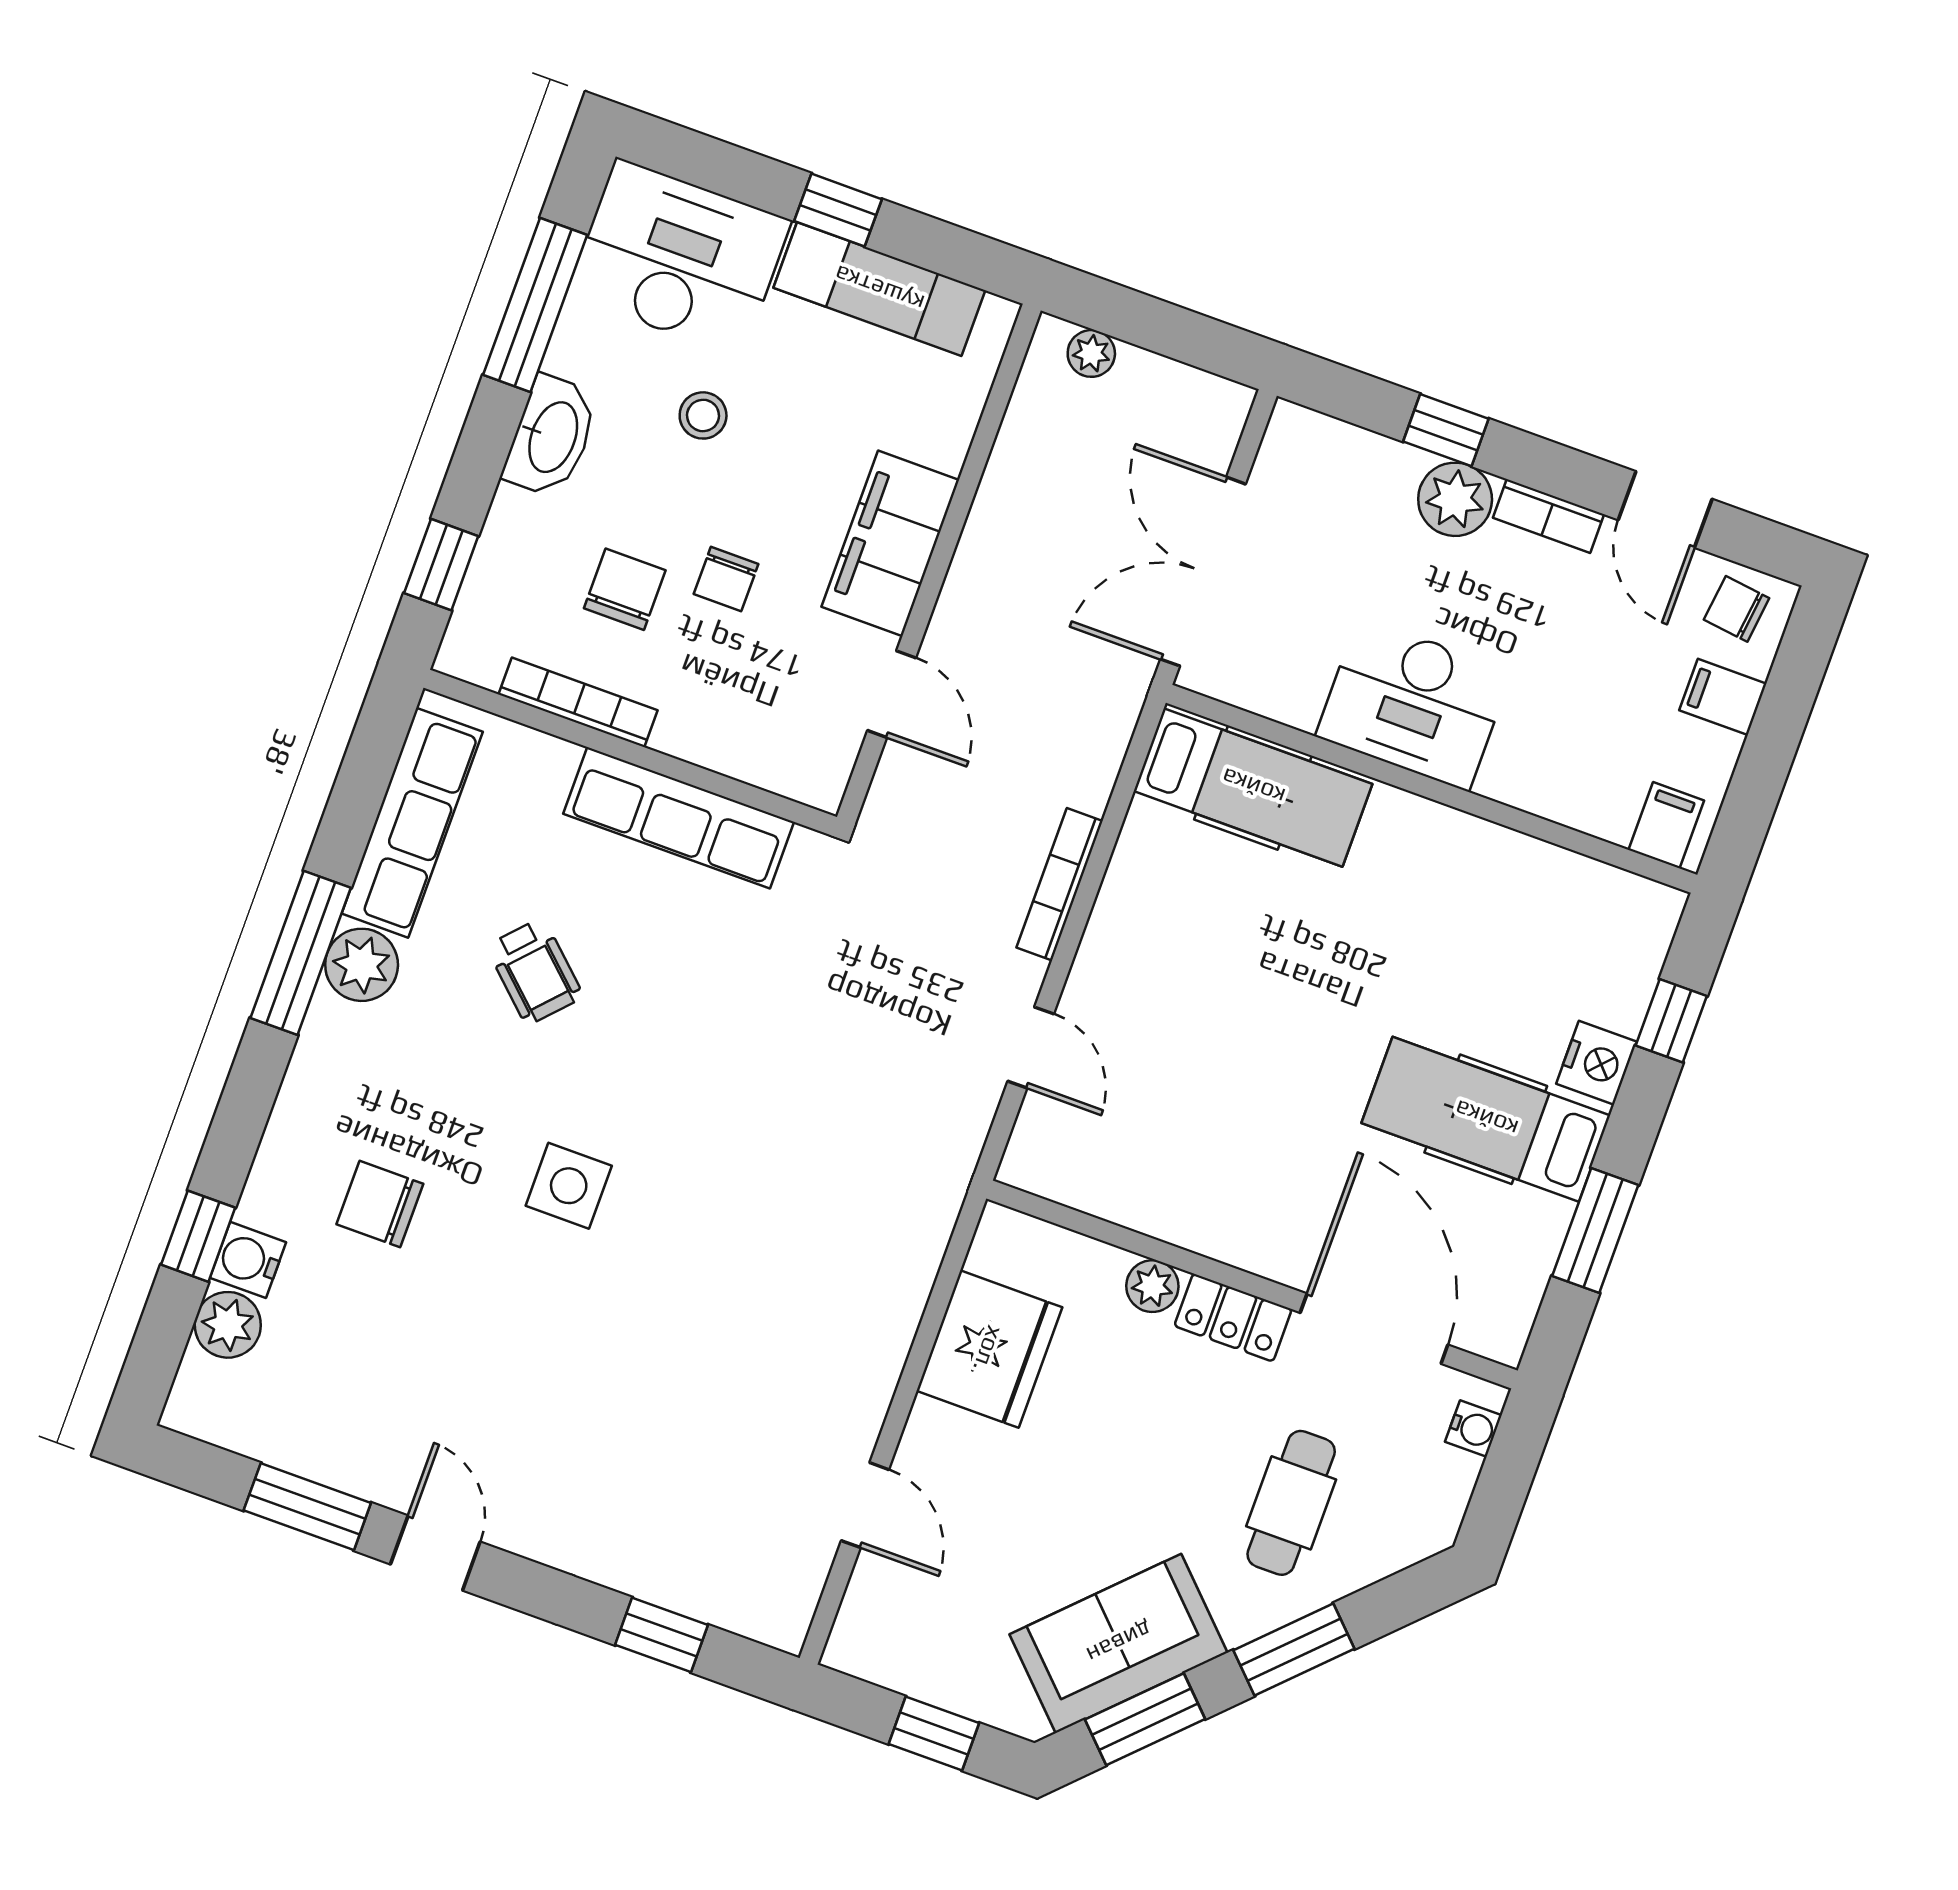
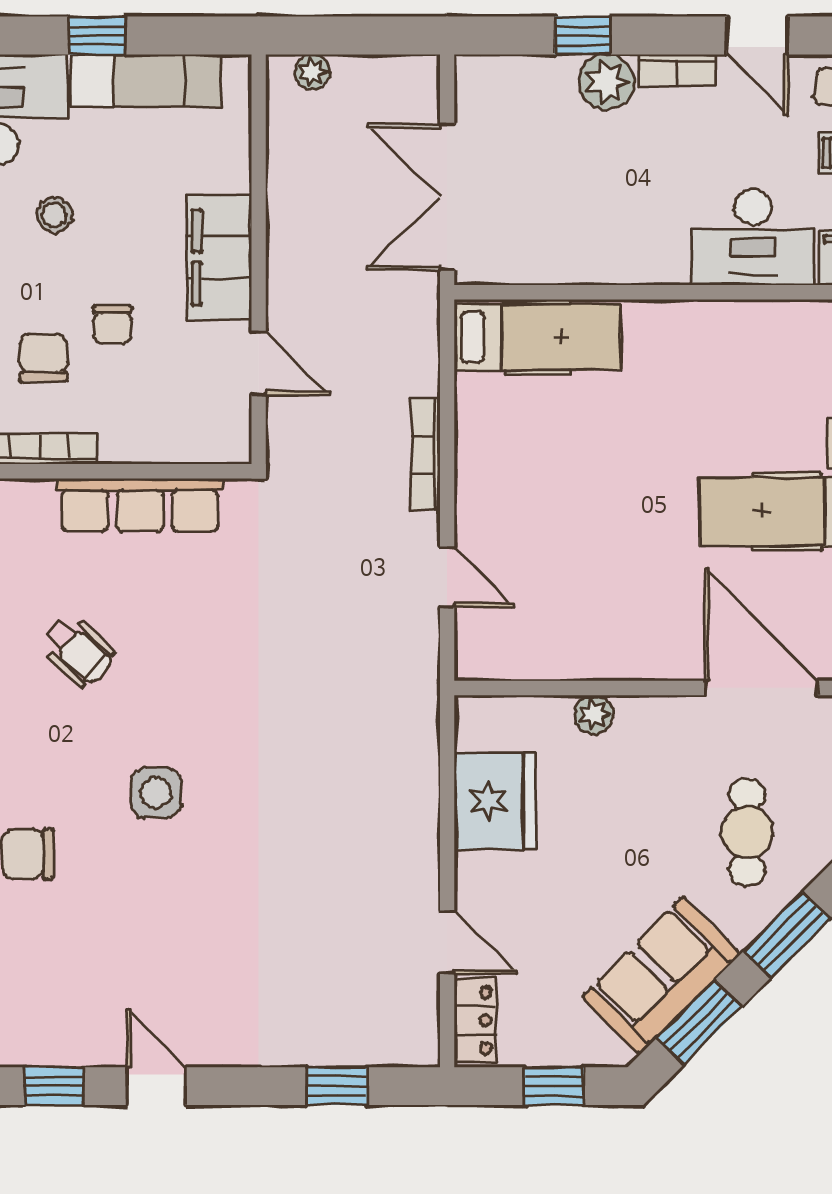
desk: (1414, 704) -> (753, 237), moved
locker: (1233, 1318) -> (475, 1020), moved, turned -90
window: (307, 1507) -> (54, 1086), width x0.67

